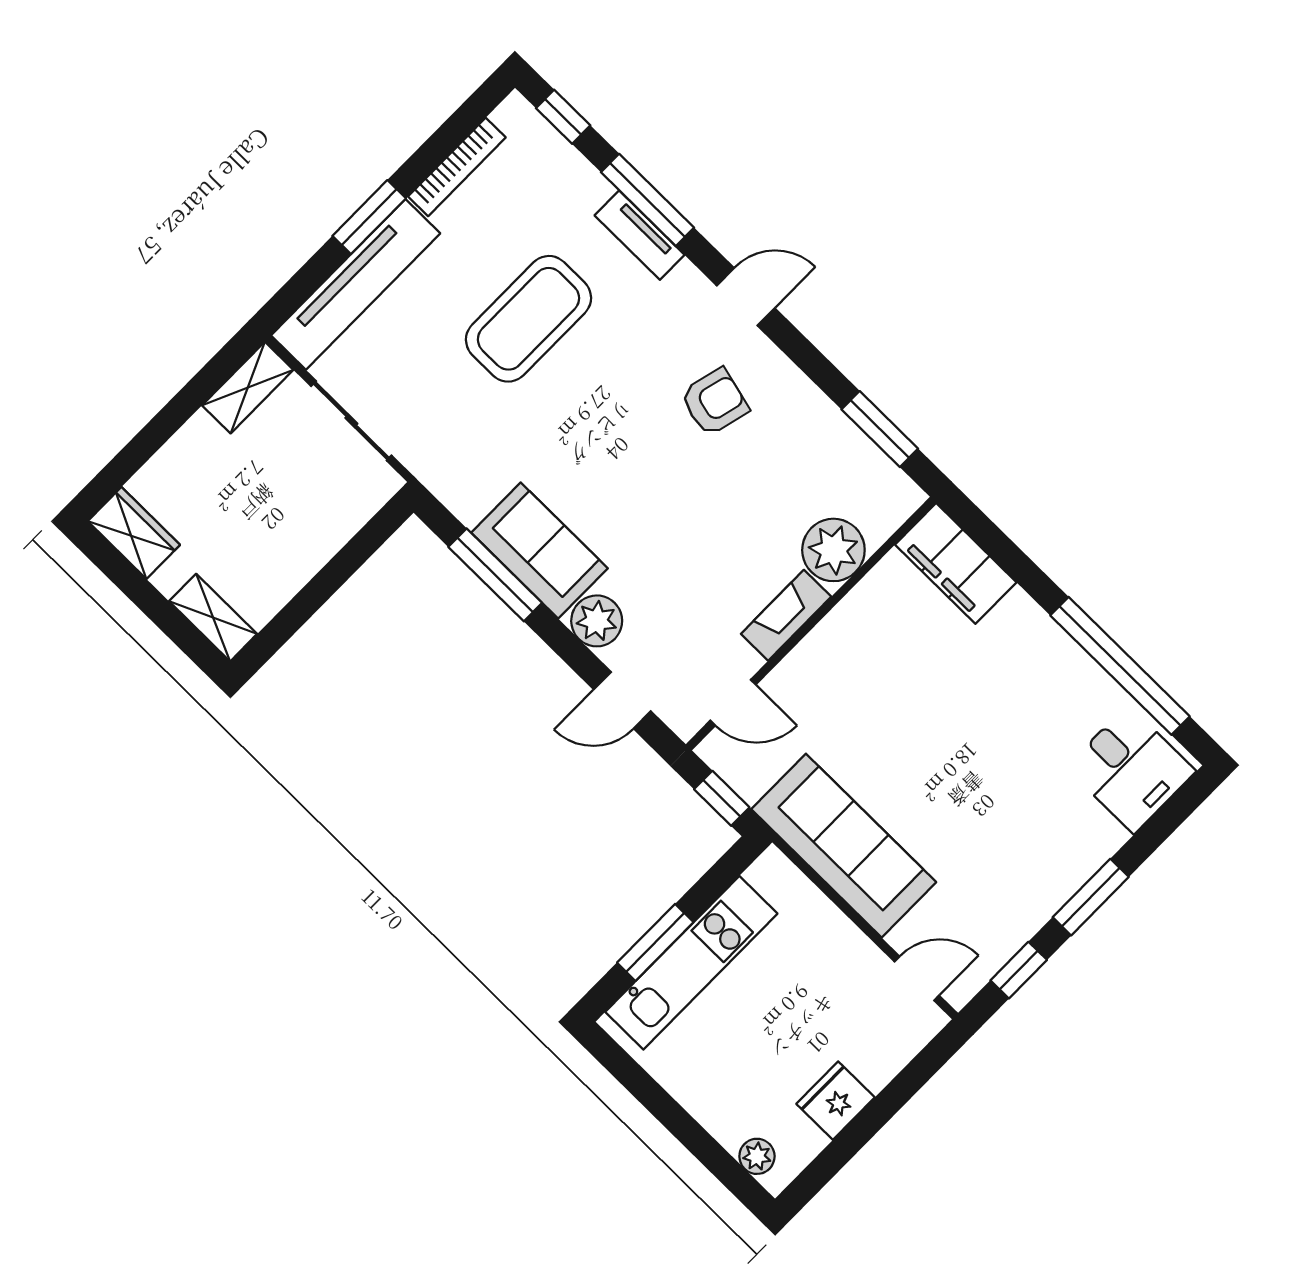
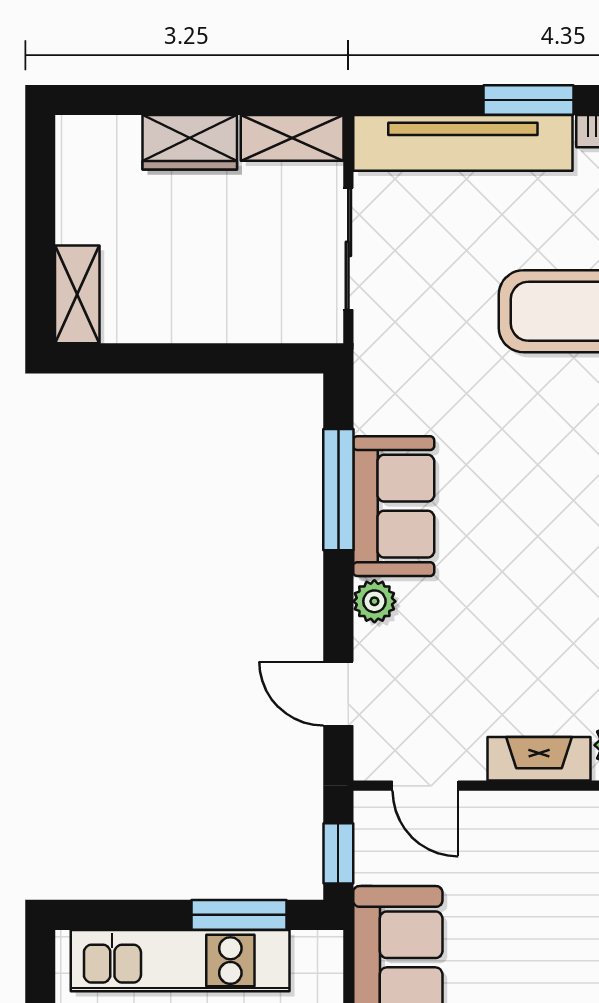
wardrobe: (134, 533) -> (190, 142), moved, turned 90
plant: (597, 621) -> (374, 601), width x0.73, depth x0.73
window: (655, 942) -> (239, 915), moved

